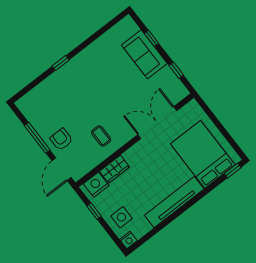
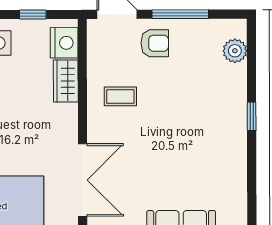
plant: (34, 97) -> (235, 51), added

